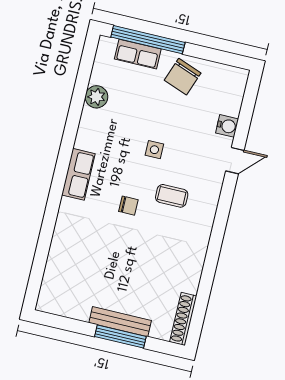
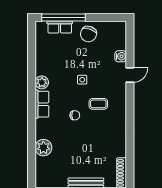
plant: (96, 97) -> (42, 82), moved
plant: (64, 247) -> (43, 148), added

